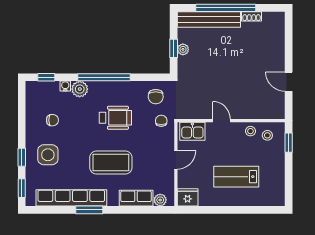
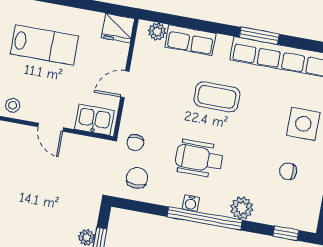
water cooler: (65, 86) -> (191, 203), moved
coffee table: (111, 162) -> (217, 97), width x0.73, depth x0.76

